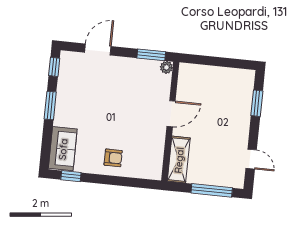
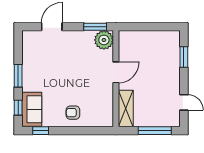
window: (54, 67) -> (18, 108), moved
plant: (166, 67) -> (104, 40), width x1.88, depth x1.88
armchair: (113, 158) -> (73, 113), turned 180

